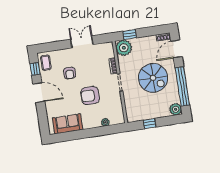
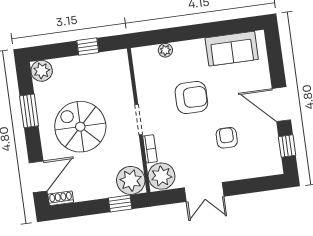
plant: (106, 51) -> (162, 176), added
coffee table: (46, 63) -> (268, 157), removed
window: (182, 86) -> (29, 111), width x0.47

